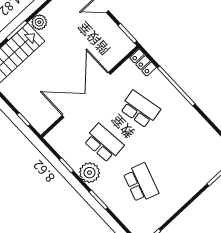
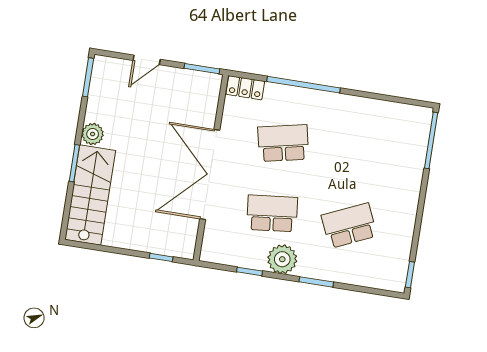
school desk: (141, 183) -> (349, 226), turned -42

